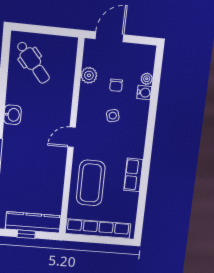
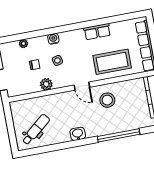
plant: (89, 75) -> (46, 84), moved
water cooler: (144, 93) -> (53, 39), moved
stool: (45, 164) -> (107, 100), added

